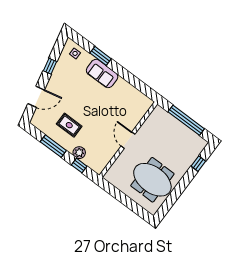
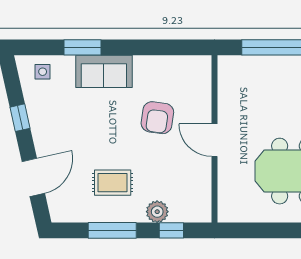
armchair: (110, 111) -> (157, 118), added

